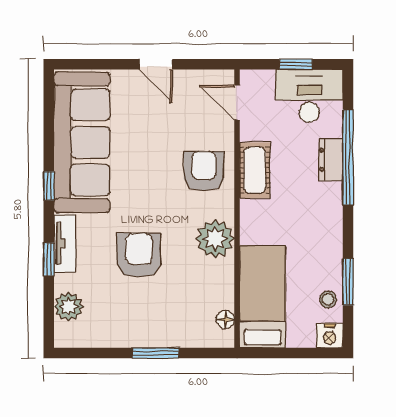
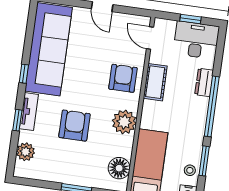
window: (348, 157) -> (212, 106), moved
floor lamp: (225, 320) -> (119, 168), width x1.89, depth x1.89

